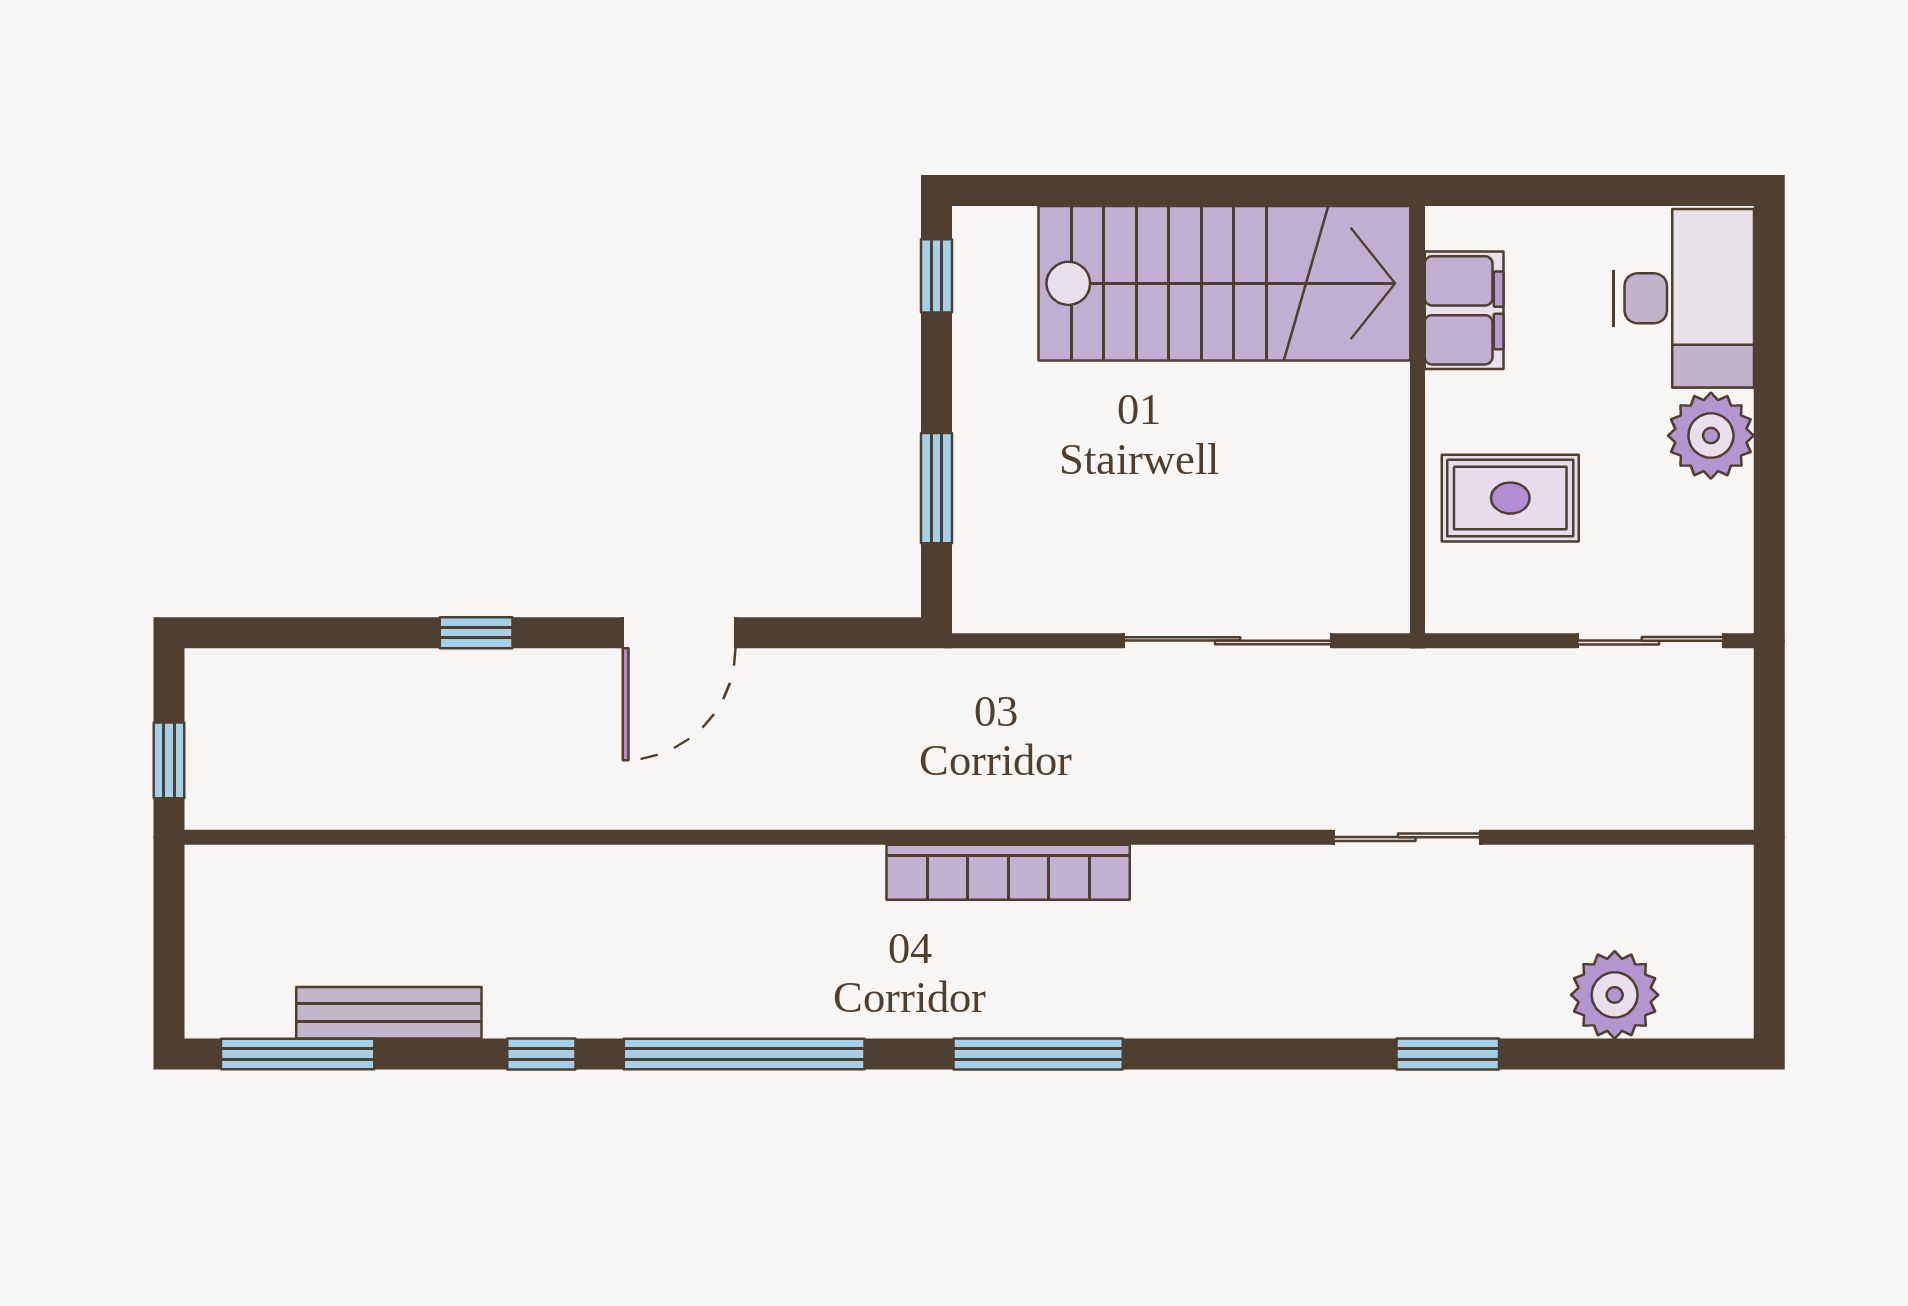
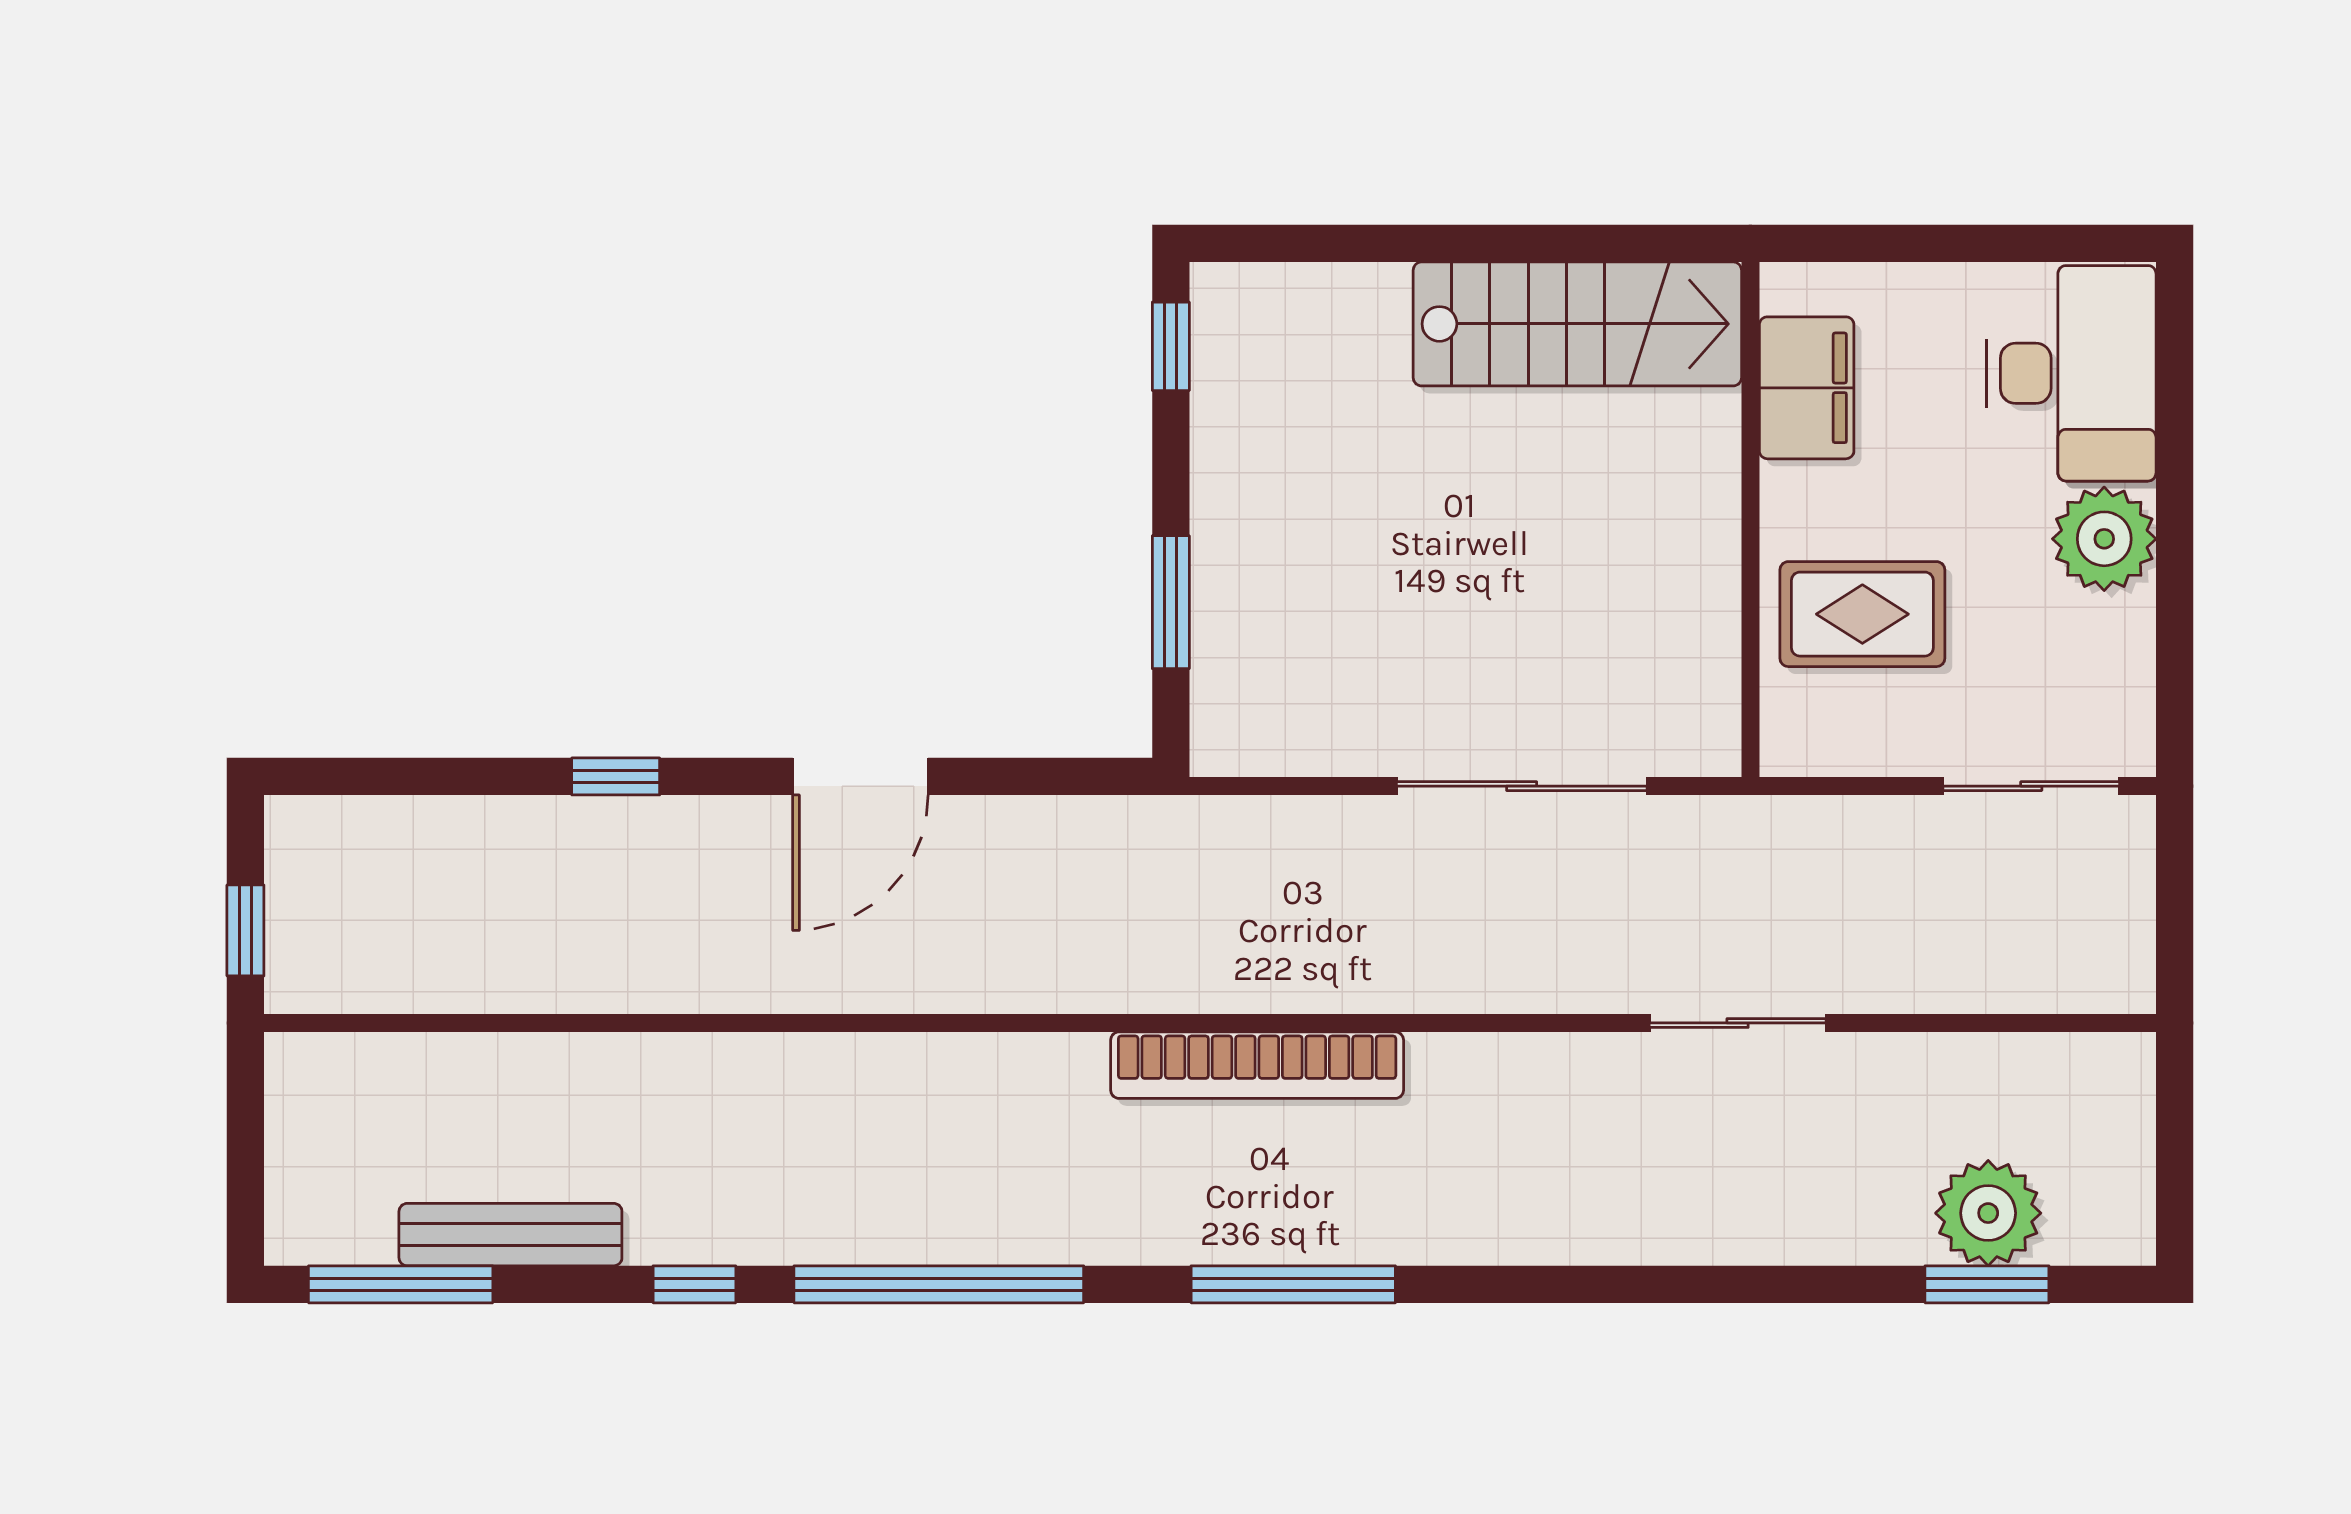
stairs: (1224, 283) -> (1577, 324), width x0.73, depth x0.66
window: (1448, 1054) -> (1987, 1284), moved

